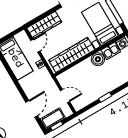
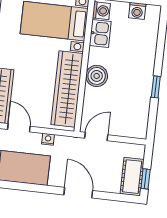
boiler: (98, 59) -> (97, 76), moved
door: (65, 96) -> (96, 137), moved
door: (32, 109) -> (78, 193), moved

